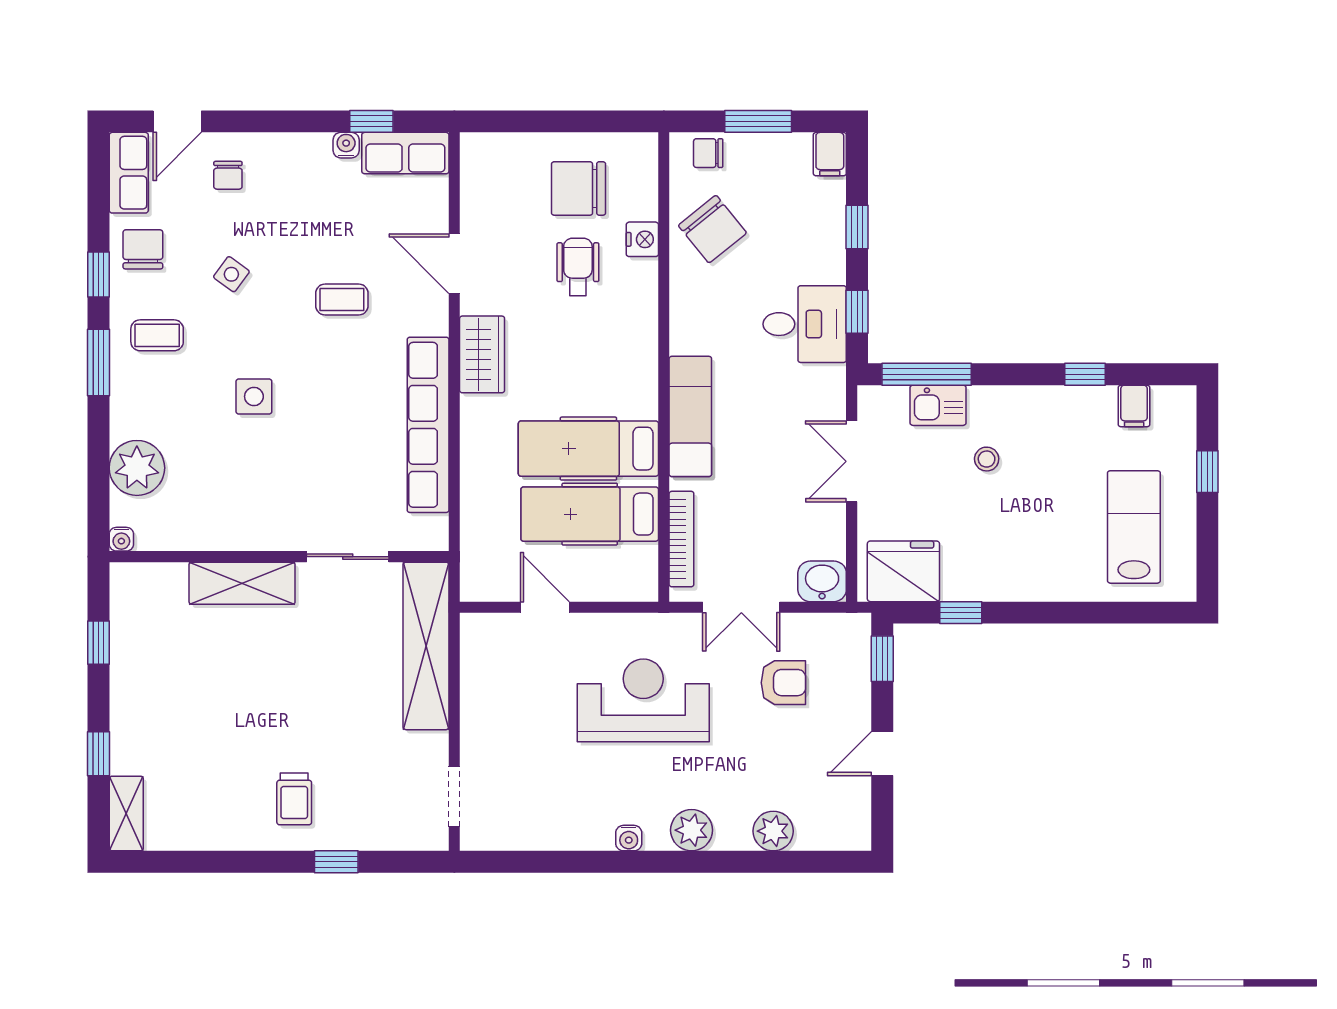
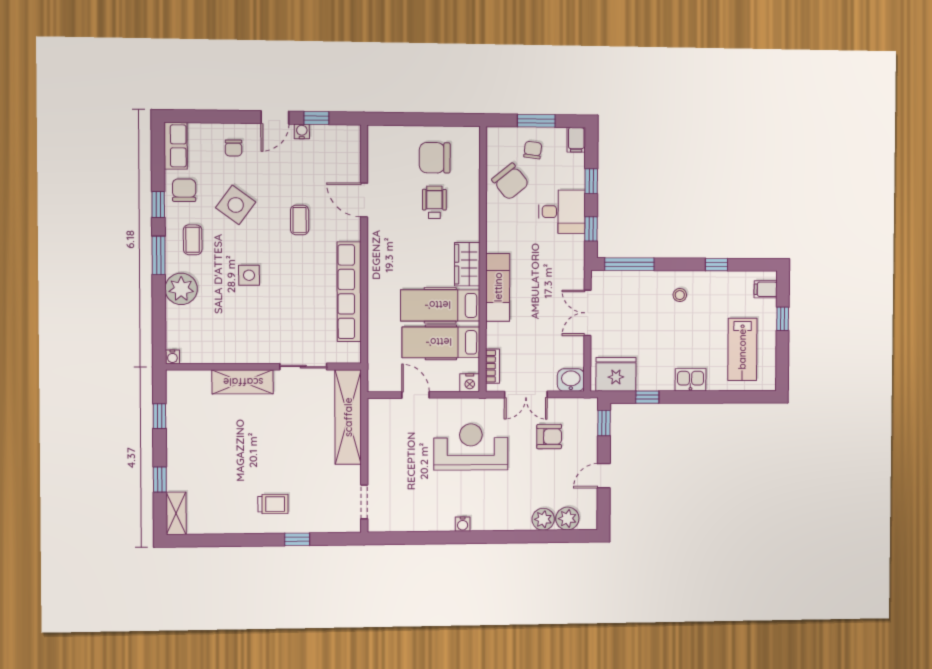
door: (177, 121) -> (275, 117), moved
row of seats: (405, 153) -> (336, 136), removed
chair: (708, 153) -> (533, 150), moved, turned 97
nightstand: (642, 239) -> (470, 383), moved, turned 90
side table: (231, 274) -> (236, 205), width x1.87, depth x1.87
coffee table: (342, 299) -> (300, 220), turned 90
desk: (805, 324) -> (562, 212), moved
coffee table: (157, 335) -> (193, 240), turned 90
wardrobe: (482, 354) -> (467, 264), moved, turned 180
kitchen sink: (938, 405) -> (691, 380), moved, turned 180
filing cabinet: (1134, 406) -> (766, 289), moved, turned 90
stool: (987, 459) -> (680, 295), moved
plant: (137, 468) -> (181, 289), moved
lab bench: (1134, 527) -> (742, 349), turned 180
bookcase: (681, 539) -> (492, 366), width x0.64
trolley: (294, 799) -> (273, 504), turned -90
plant: (692, 830) -> (567, 519), moved

